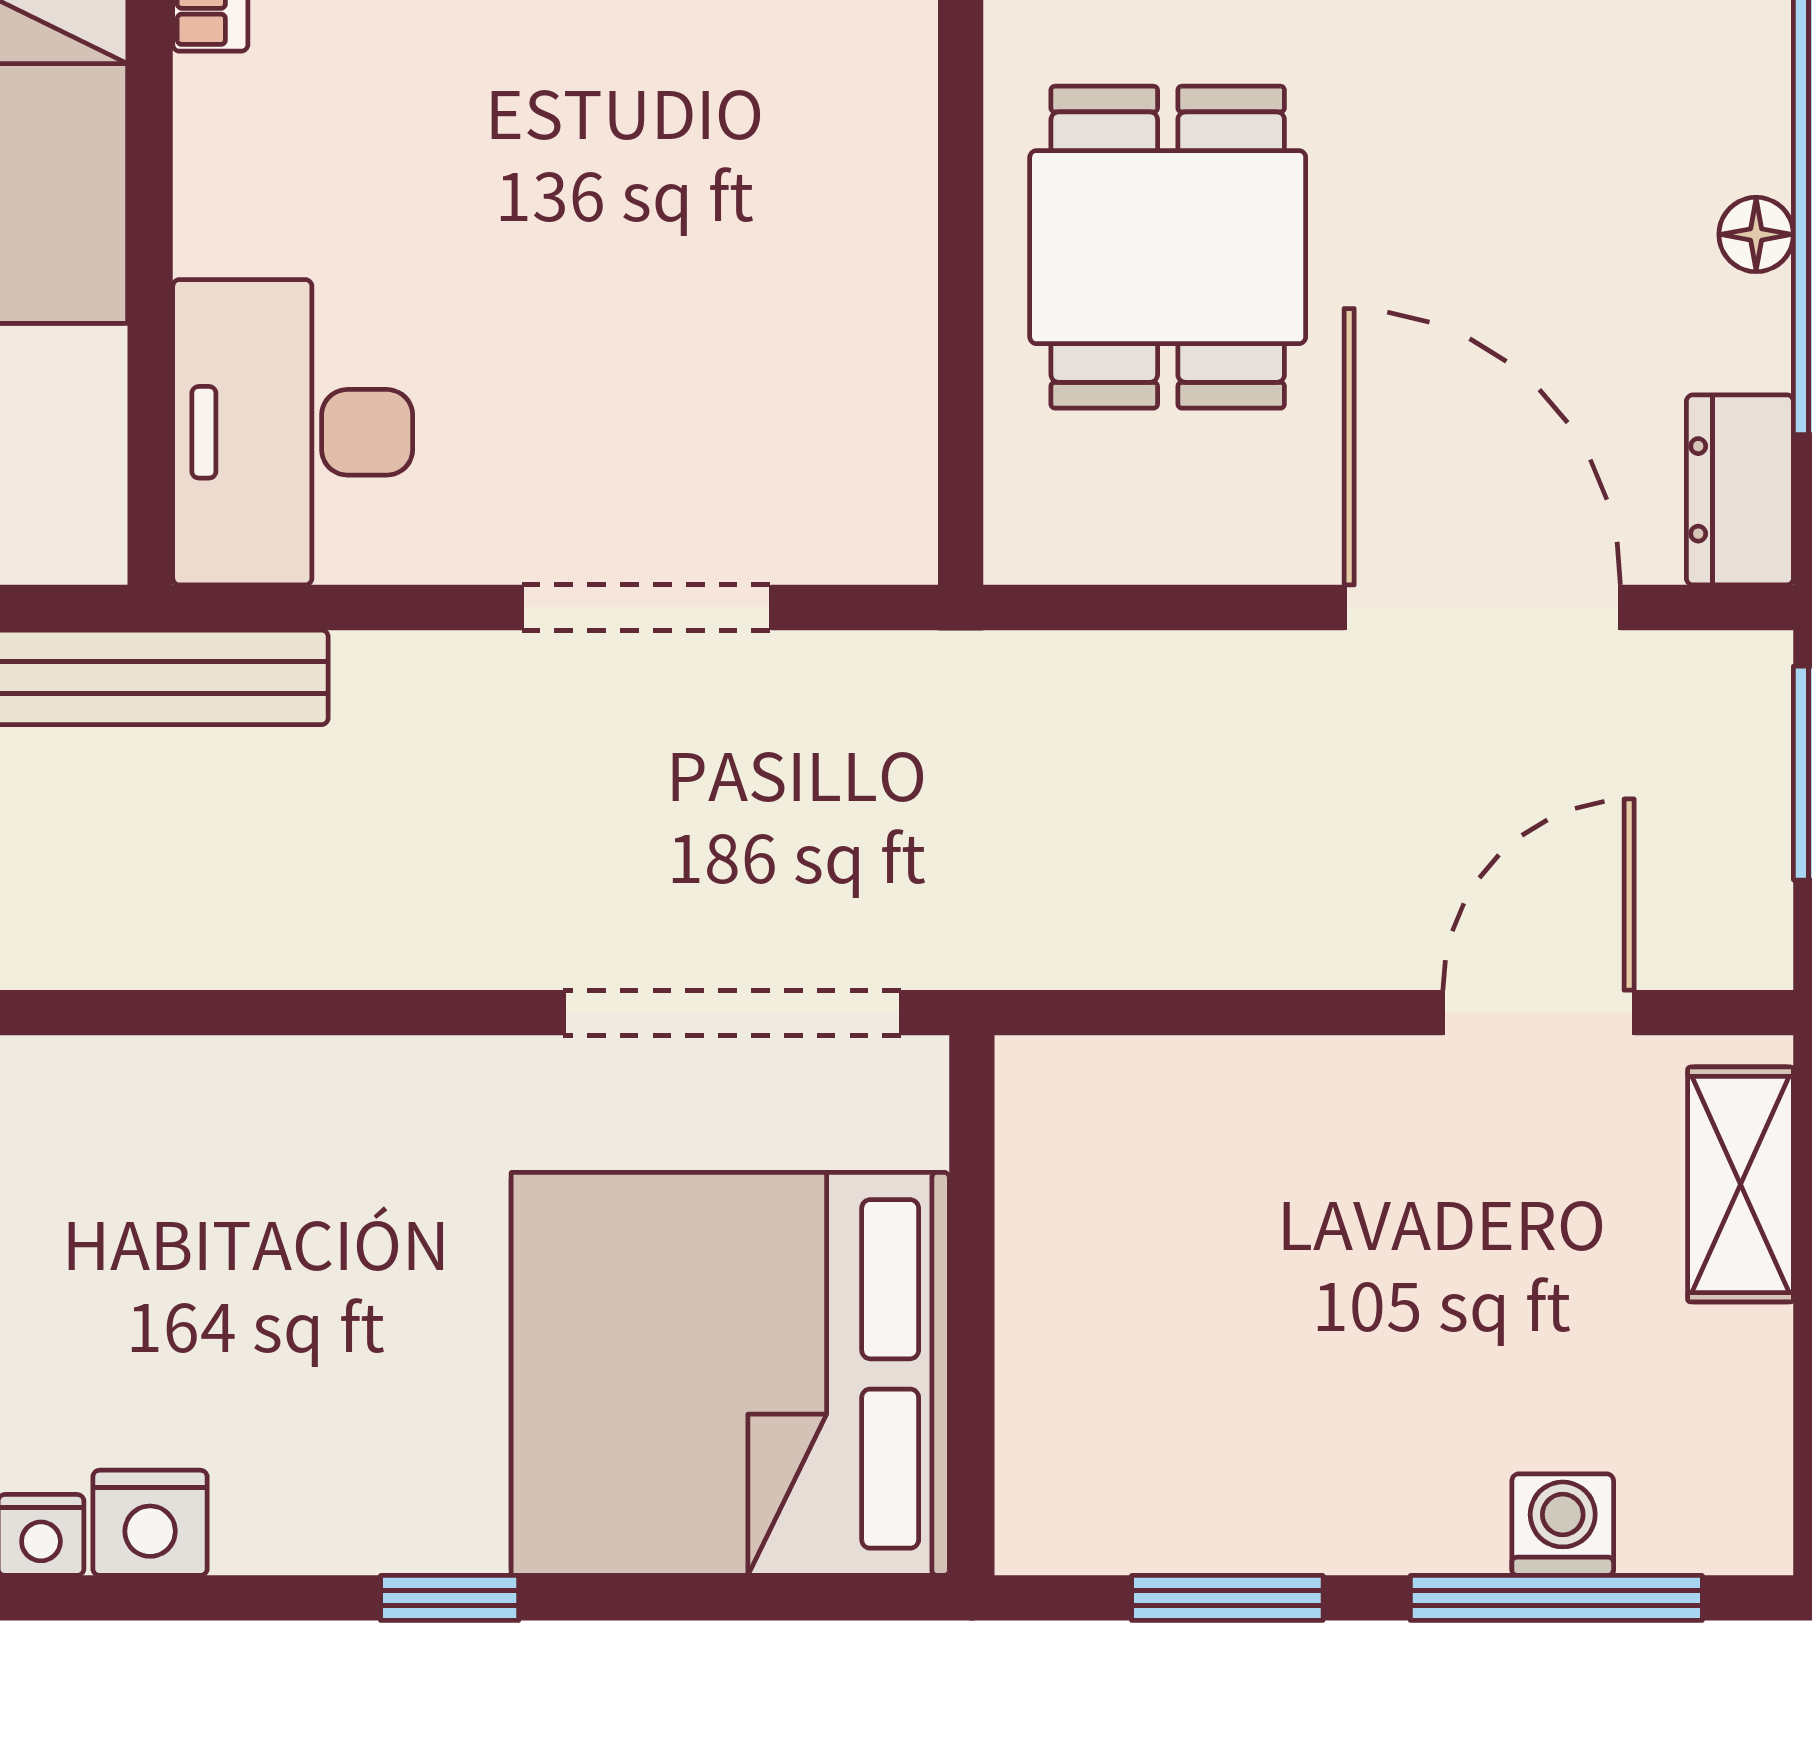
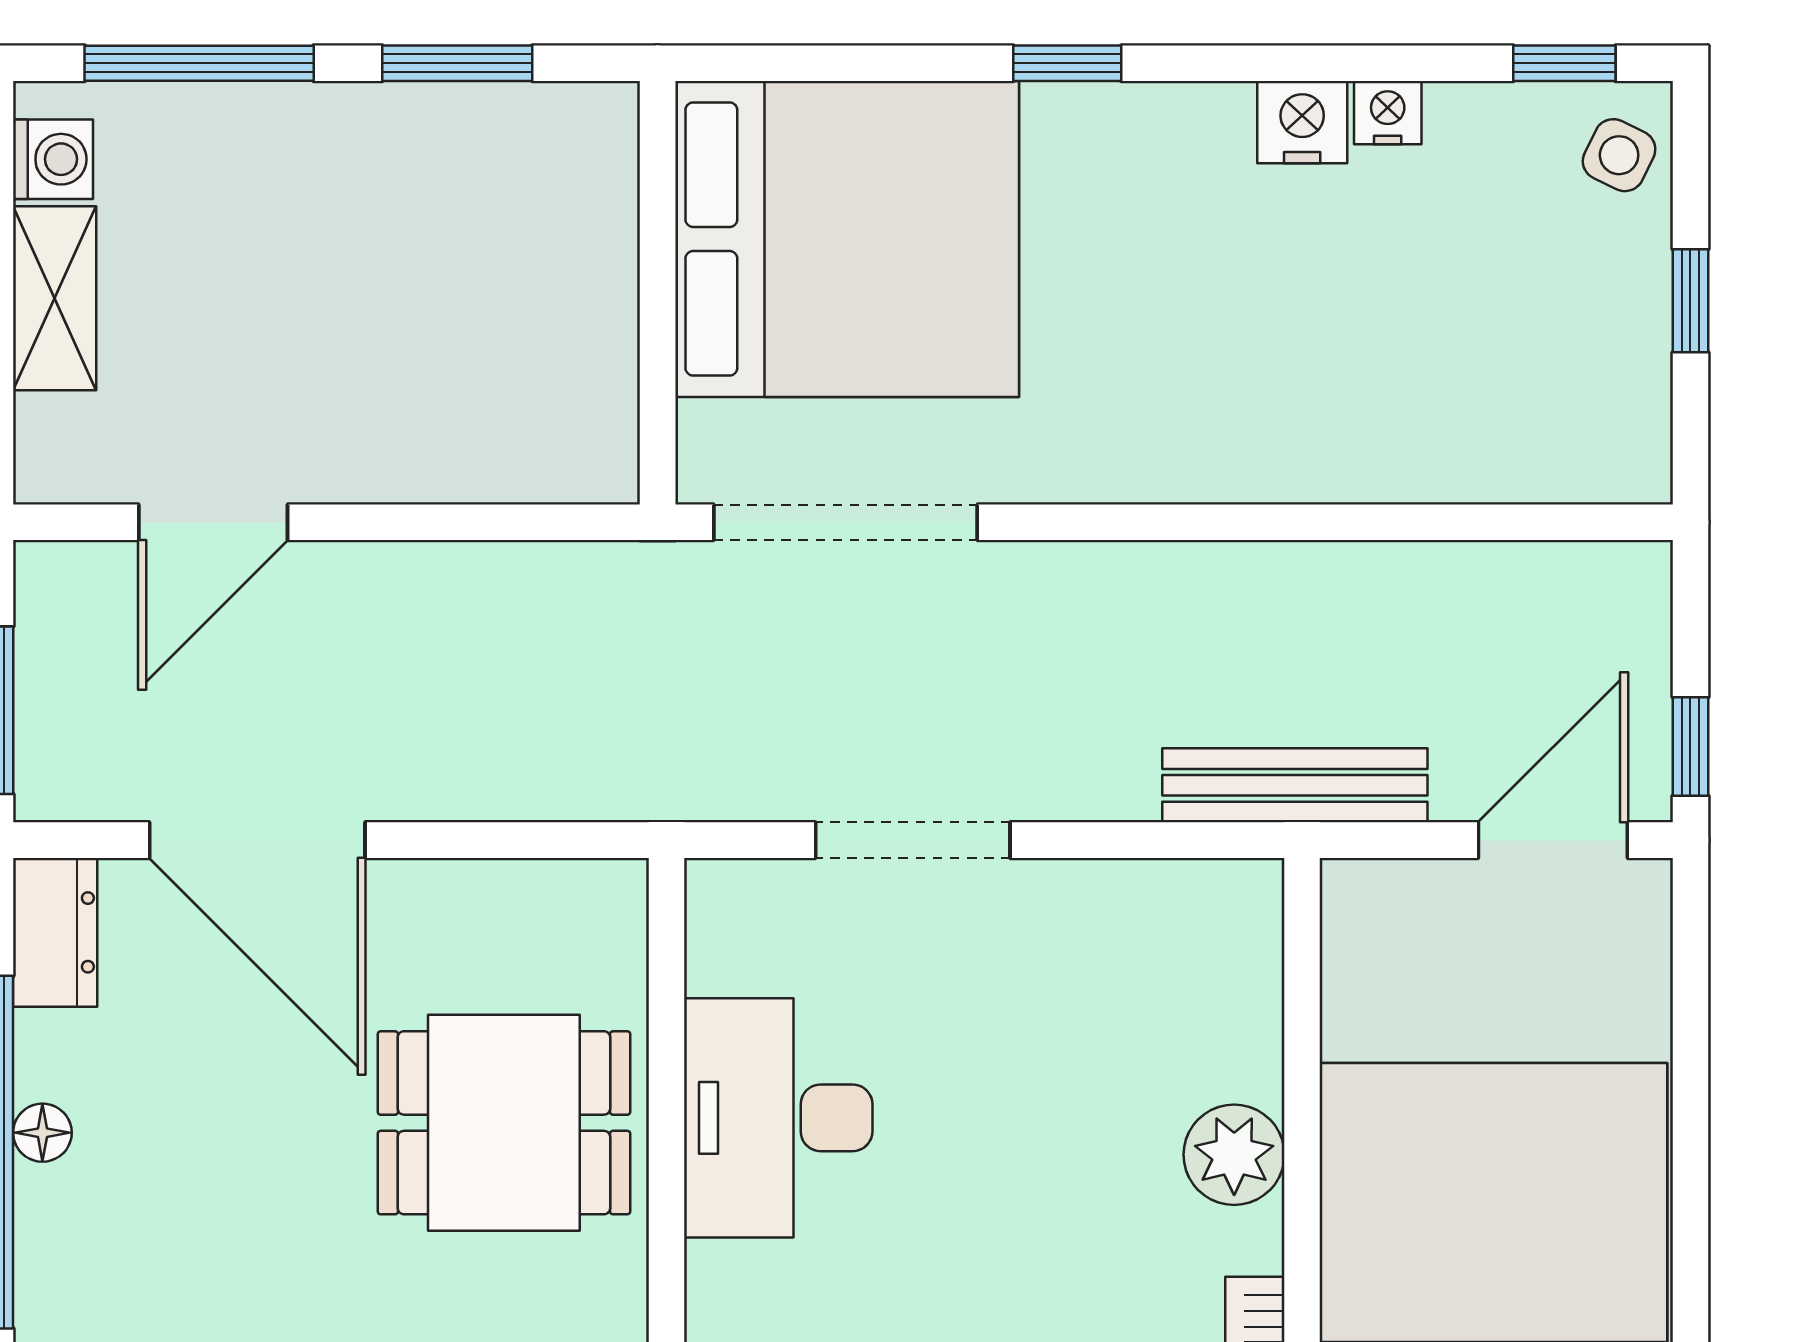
plant: (237, 206) -> (1234, 1155), added
dining table: (1168, 247) -> (504, 1123), turned 90
desk: (293, 432) -> (778, 1118), moved, turned 180
shelving: (1741, 1184) -> (55, 298), moved
washing machine: (1563, 1525) -> (53, 159), moved, turned -90

